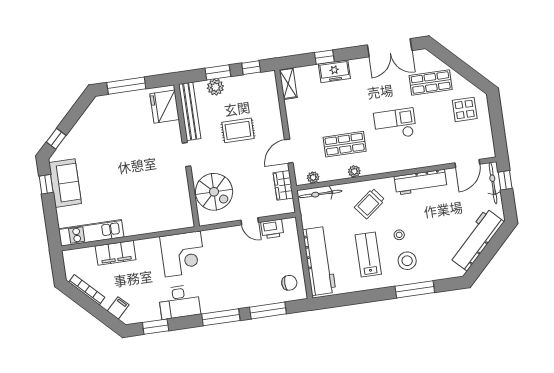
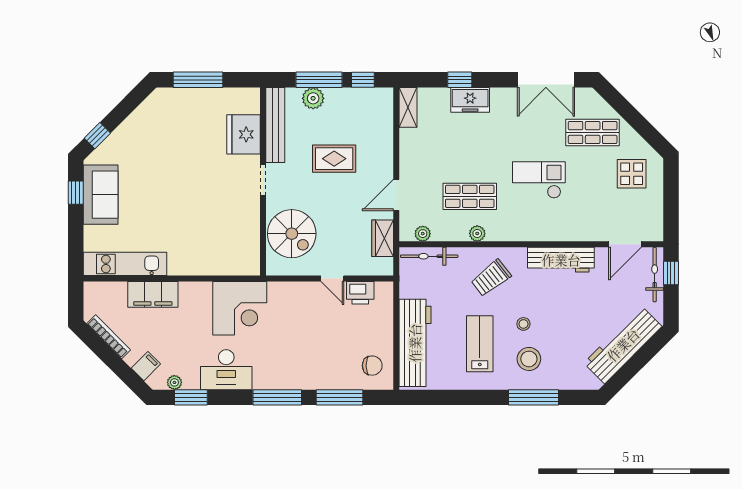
window: (218, 72) -> (319, 80), width x1.44
fridge: (165, 107) -> (244, 134), moved
plant: (142, 317) -> (174, 382), added

